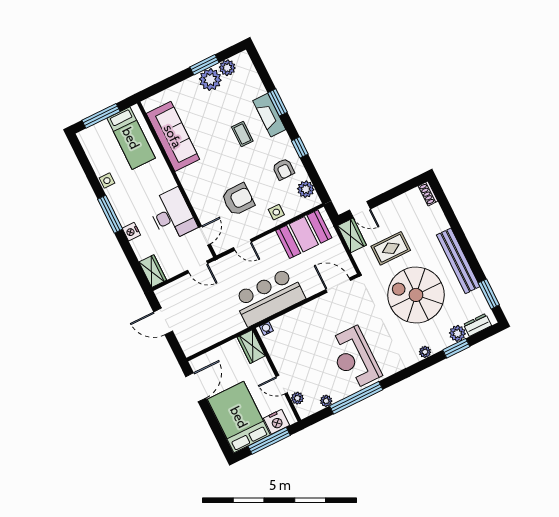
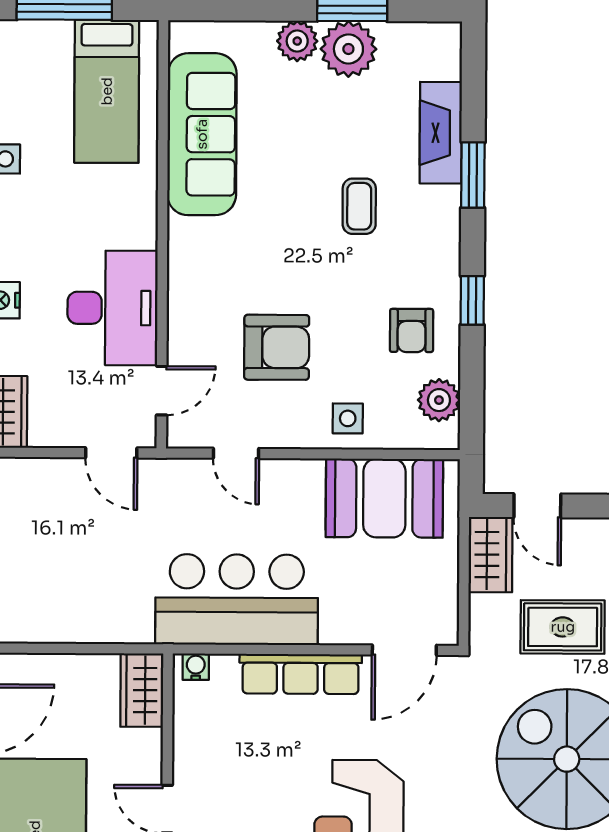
plant: (227, 68) -> (297, 41), moved
fireplace: (269, 115) -> (441, 133), moved
door: (338, 285) -> (404, 650), swing flipped
row of seats: (305, 312) -> (301, 674), added

